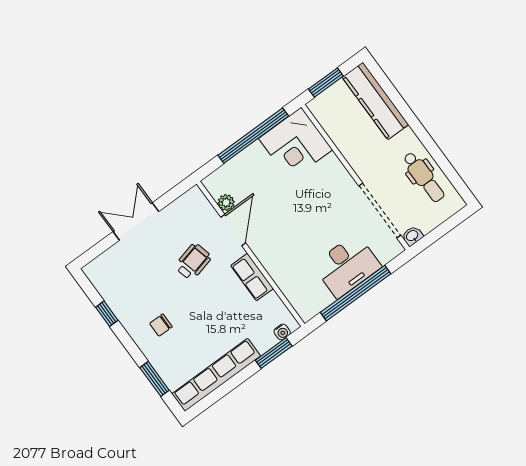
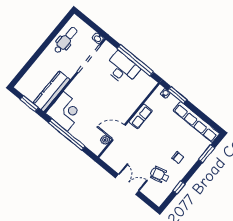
kitchen counter: (375, 101) -> (52, 91), moved, turned 180
double door: (136, 222) -> (127, 184), swing flipped
wheelchair: (193, 262) -> (160, 175), moved

